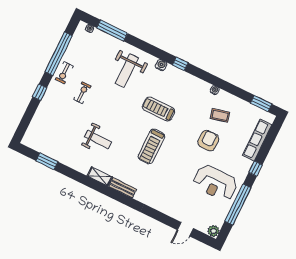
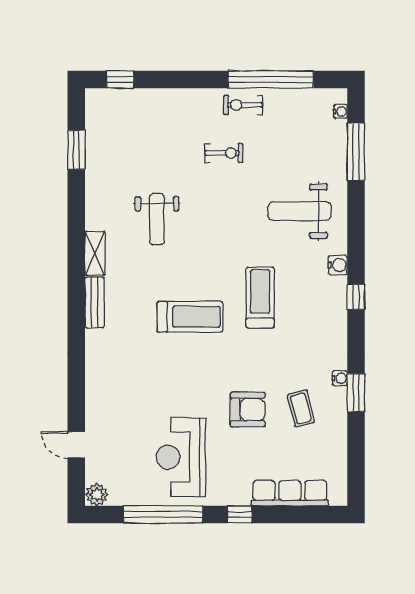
window: (40, 92) -> (120, 79), moved
window: (261, 103) -> (356, 393), moved
treadmill: (151, 146) -> (190, 317), turned 180

